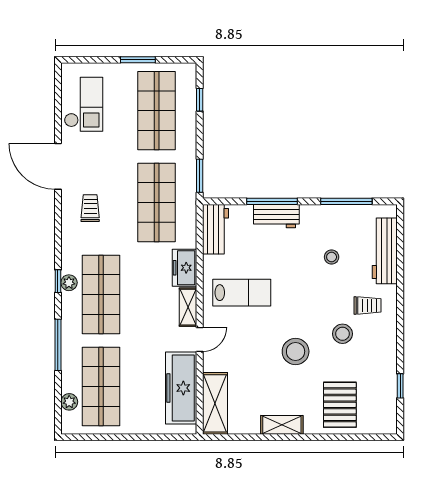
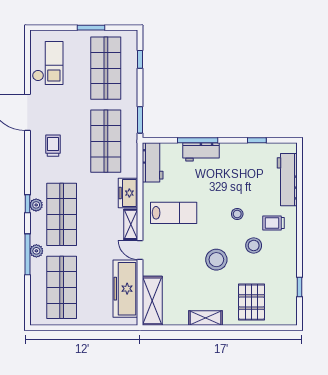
window: (346, 201) -> (257, 140), width x0.46
stool: (332, 257) -> (237, 214), moved
trolley: (367, 305) -> (274, 223), turned 180
door: (200, 339) -> (140, 250), swing flipped
plant: (69, 402) -> (36, 251), moved

